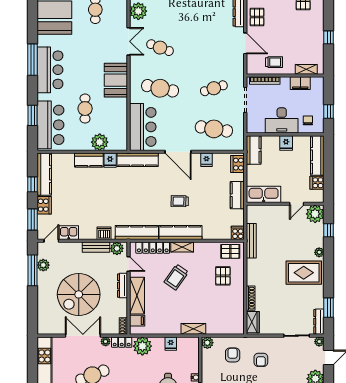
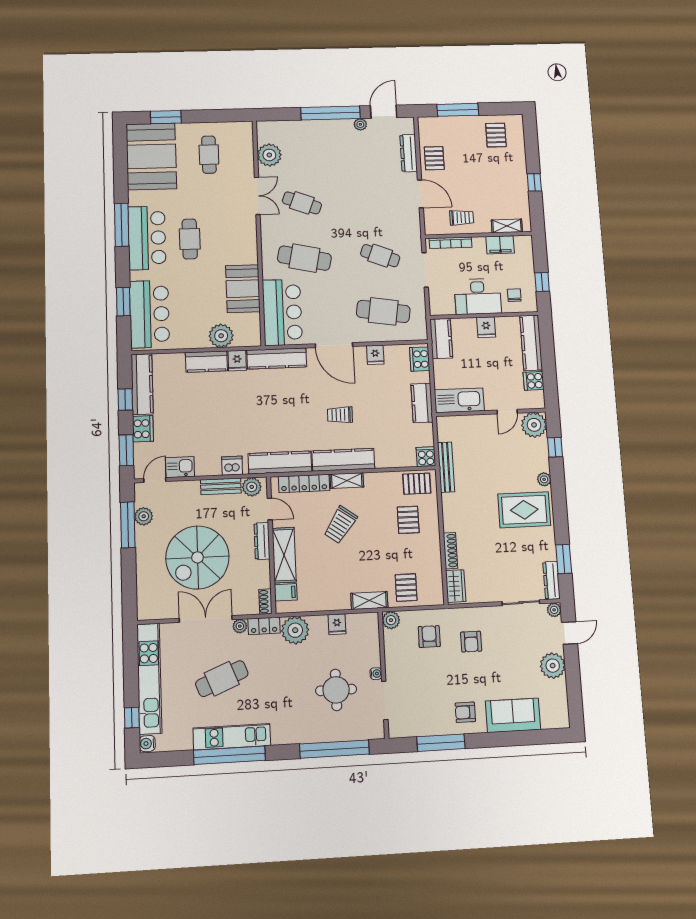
booth: (116, 80) -> (243, 289), moved
cafe table: (214, 88) -> (380, 256), turned 39
cafe table: (85, 109) -> (190, 239), moved
pallet: (219, 322) -> (406, 588), added

